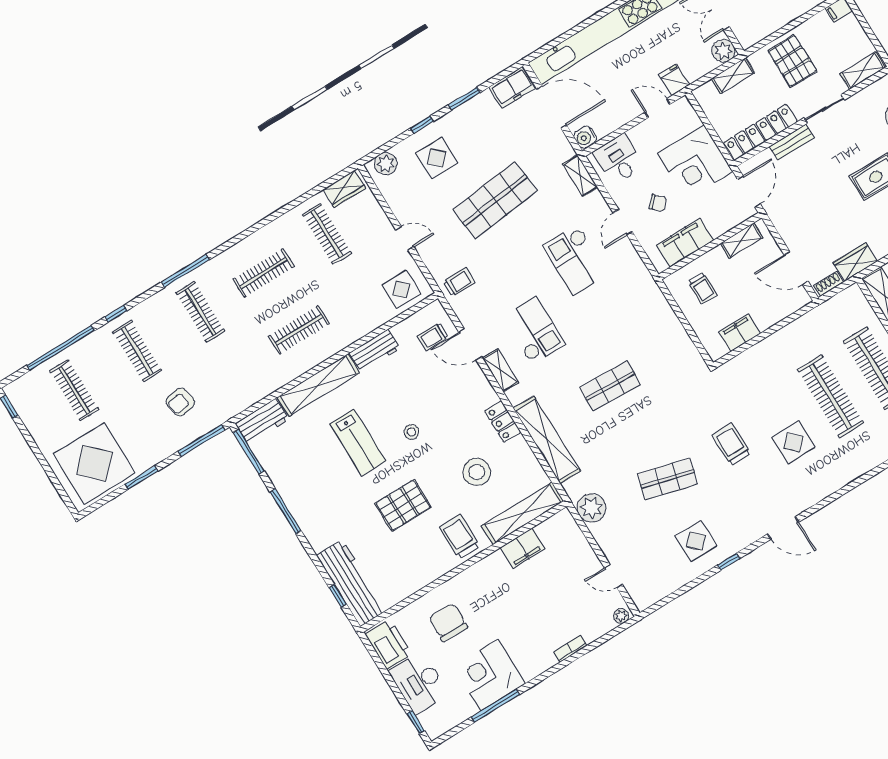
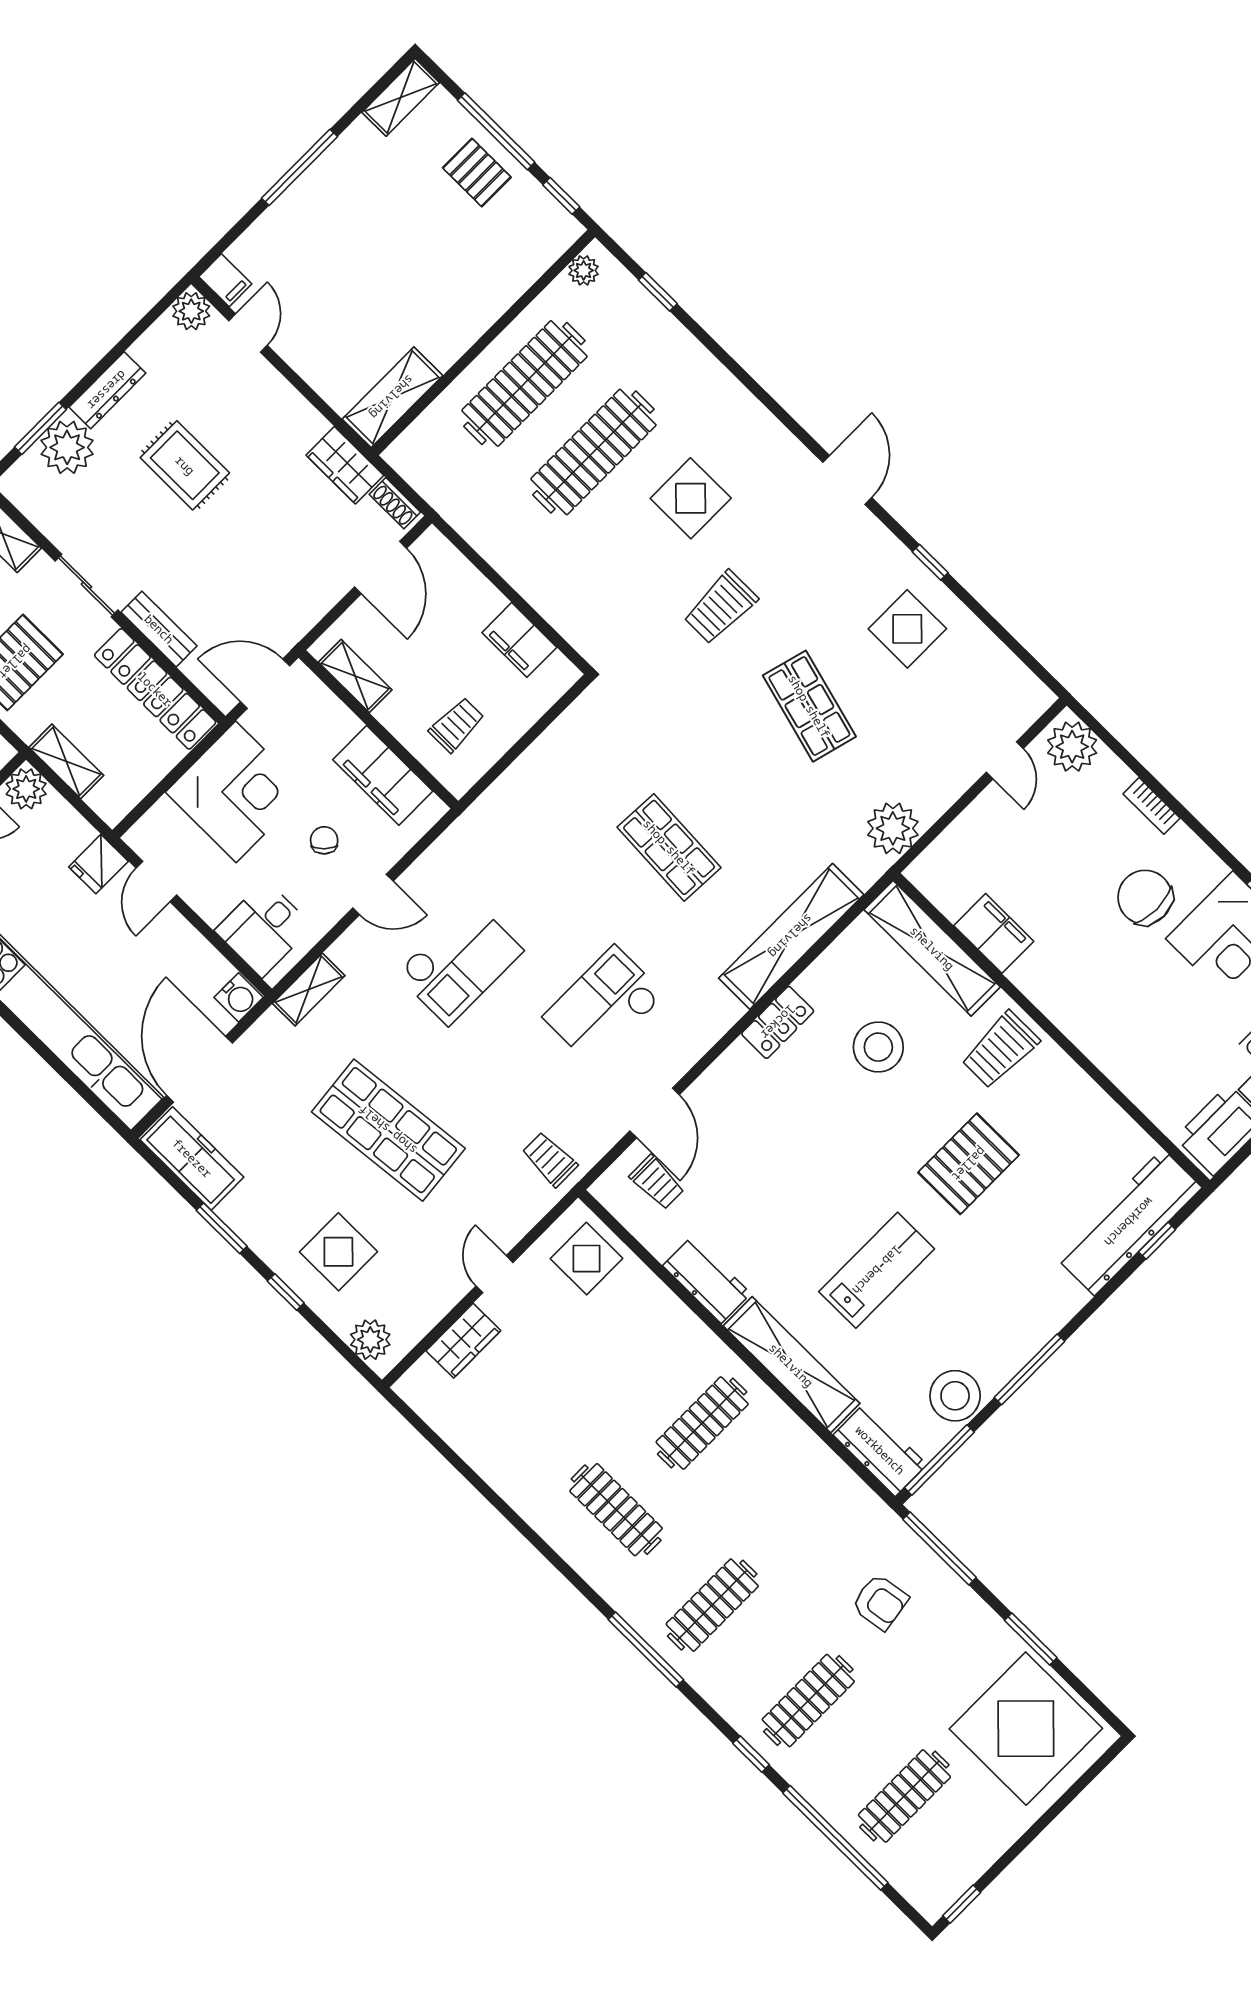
freezer: (512, 88) -> (192, 1158), width x1.40
wardrobe: (344, 189) -> (463, 1341), moved, turned 90
clothes rail: (327, 234) -> (520, 1414), removed
clothes rail: (299, 330) -> (702, 1423), turned 90
shelving: (500, 370) -> (688, 1048), removed
stool: (411, 432) -> (955, 1396), moved, width x1.89, depth x1.89
pallet: (403, 505) -> (969, 1164), turned 90
plant: (621, 616) -> (1072, 747), width x1.88, depth x1.88
chair: (448, 622) -> (1145, 897), moved, turned 89

